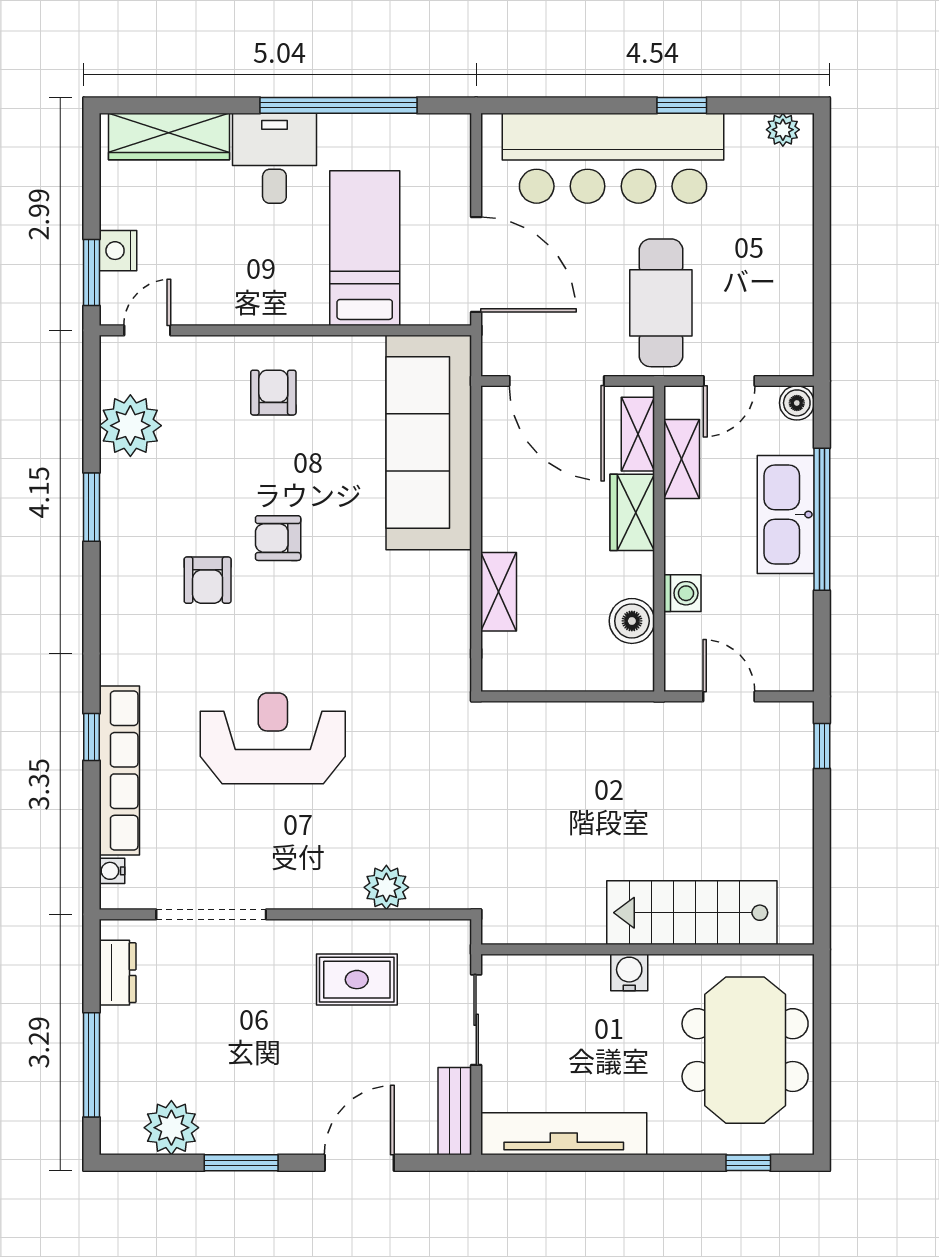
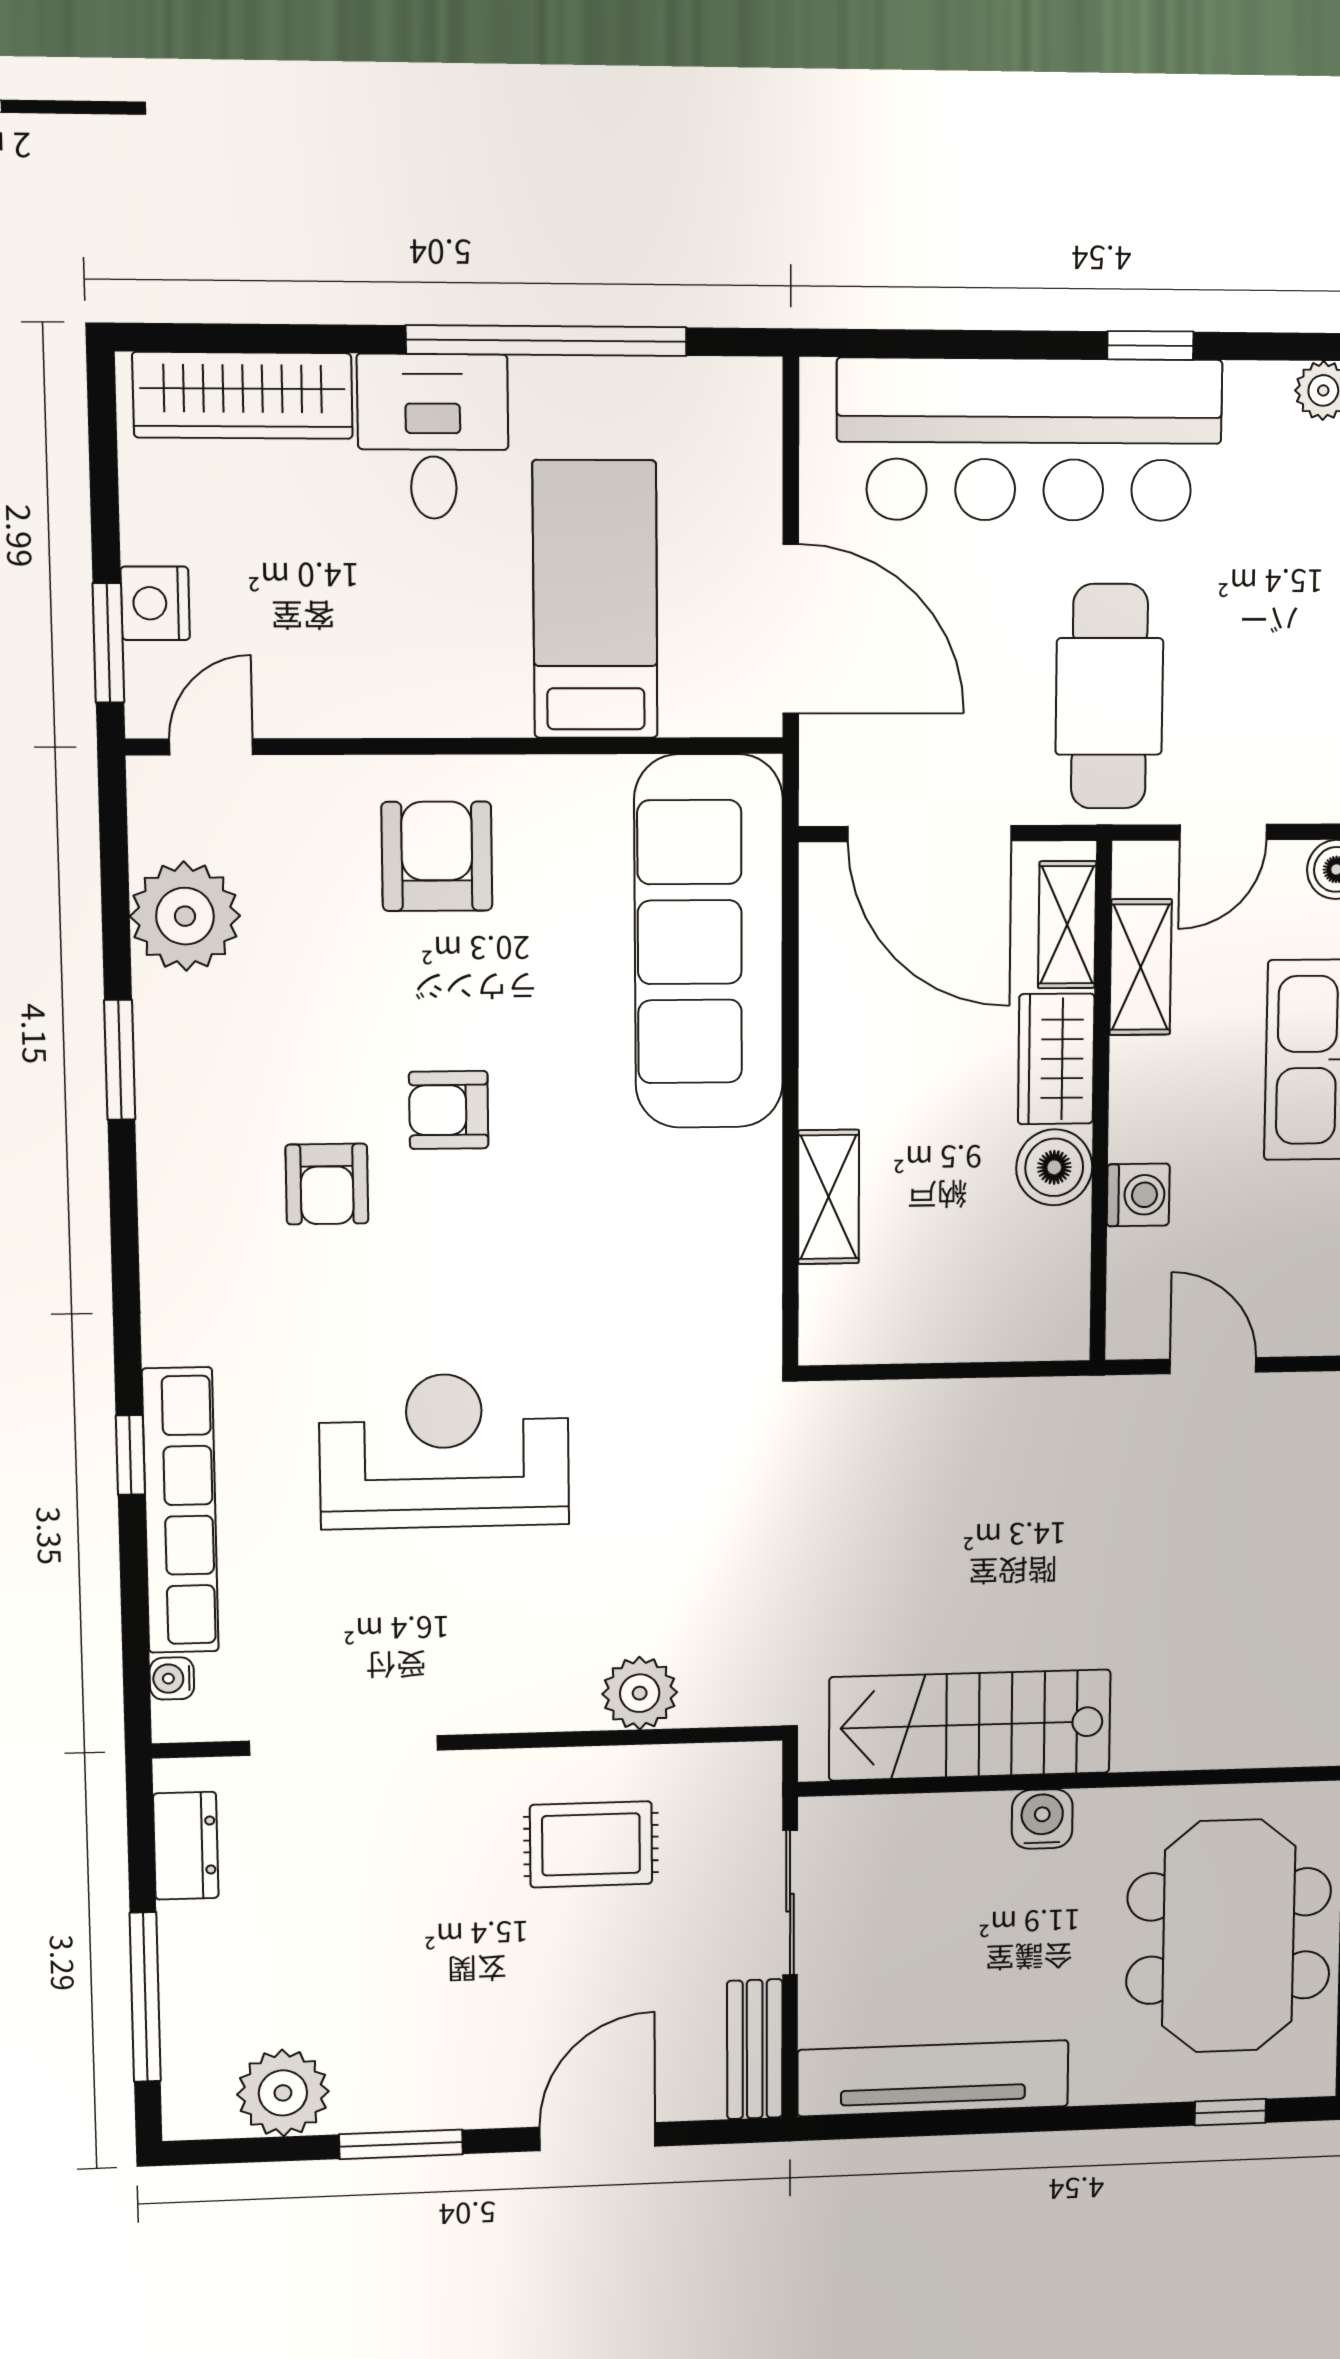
armchair: (273, 393) -> (437, 856), width x1.38, depth x1.38
boiler: (632, 621) -> (1054, 1167), moved
stairs: (692, 913) -> (970, 1725), moved

